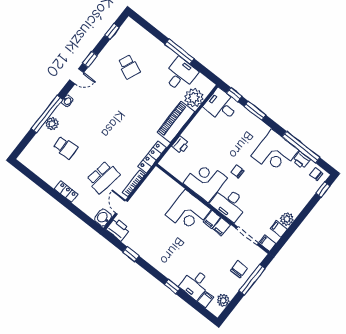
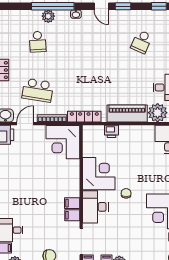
corner desk: (188, 212) -> (63, 142), moved

